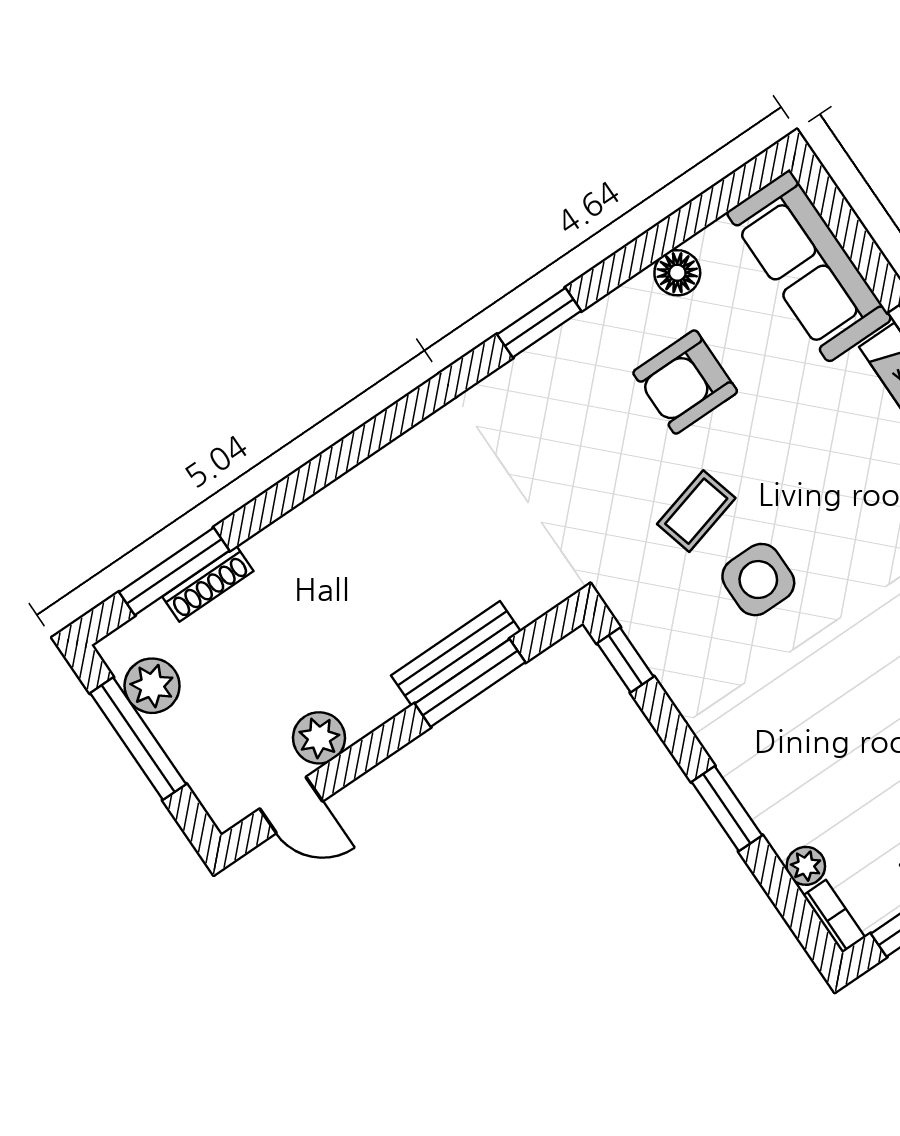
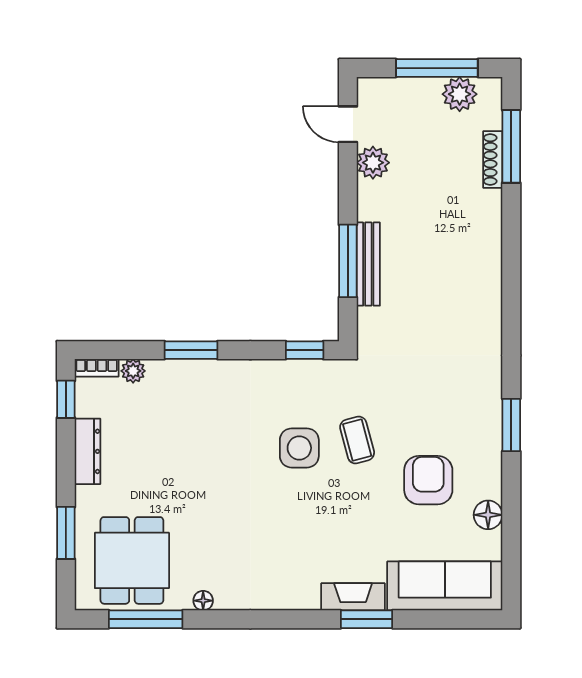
door: (291, 805) -> (348, 124), hinge flipped

